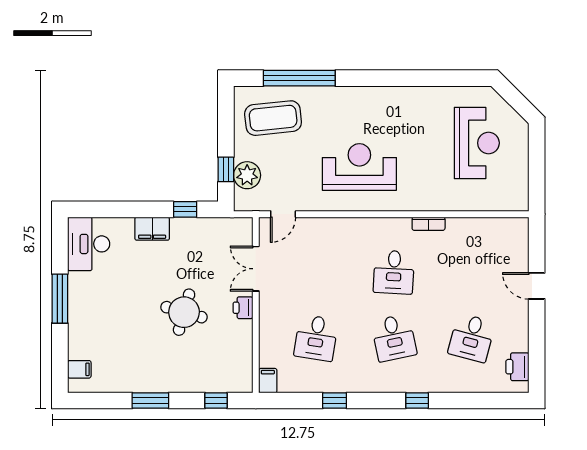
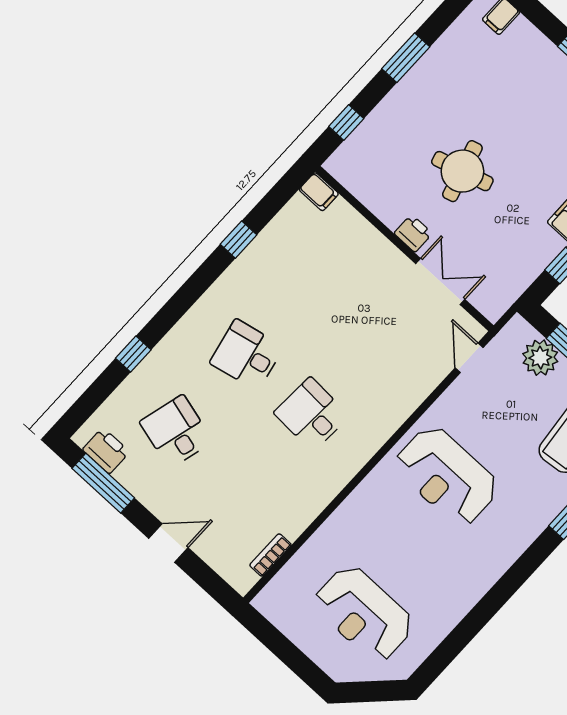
reception desk: (359, 167) -> (447, 476), turned 90
bookcase: (429, 224) -> (270, 555), moved
round table: (184, 312) -> (462, 171), turned -32
desk: (316, 338) -> (317, 278), removed
window: (537, 352) -> (103, 483), added
window: (417, 401) -> (133, 354), moved

